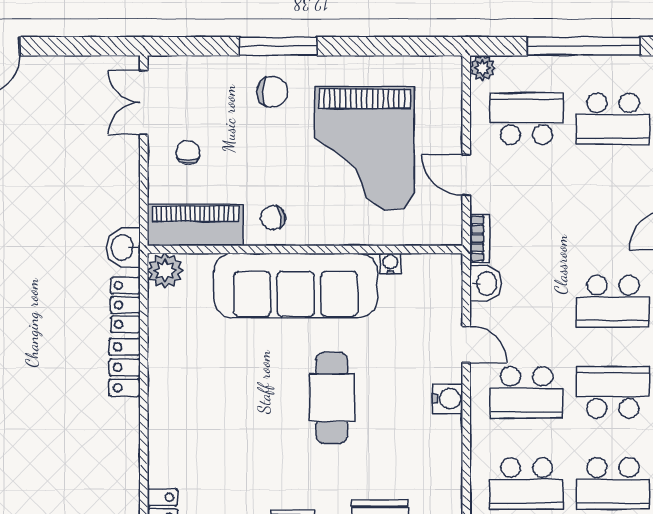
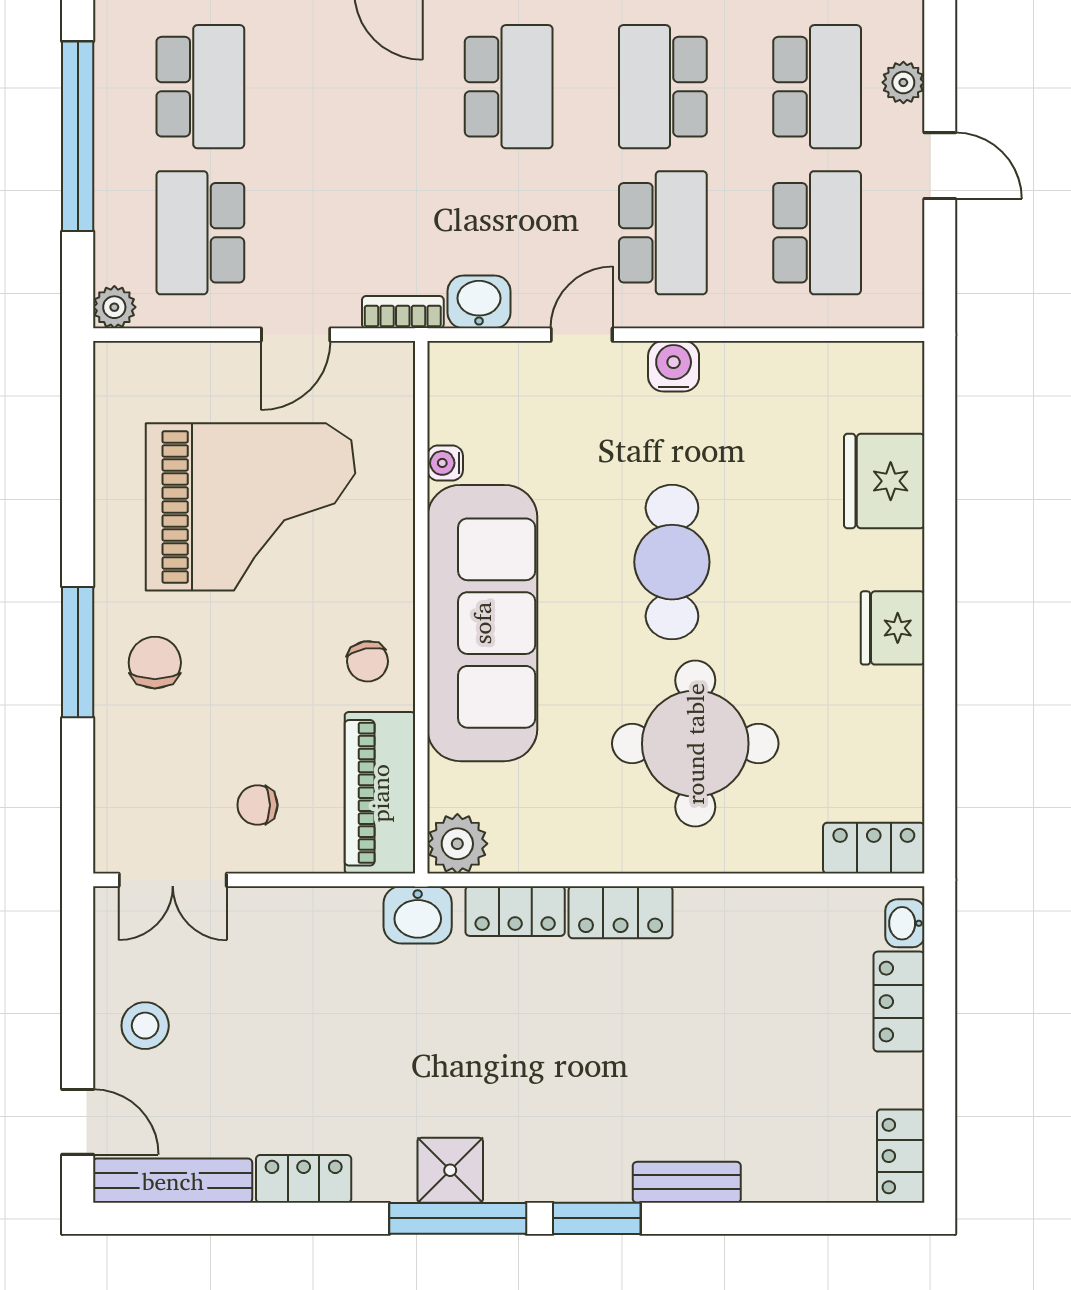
stool: (58, 86) -> (145, 1026), added
cafe table: (332, 398) -> (672, 562), turned 90
round table: (224, 412) -> (695, 744), added

